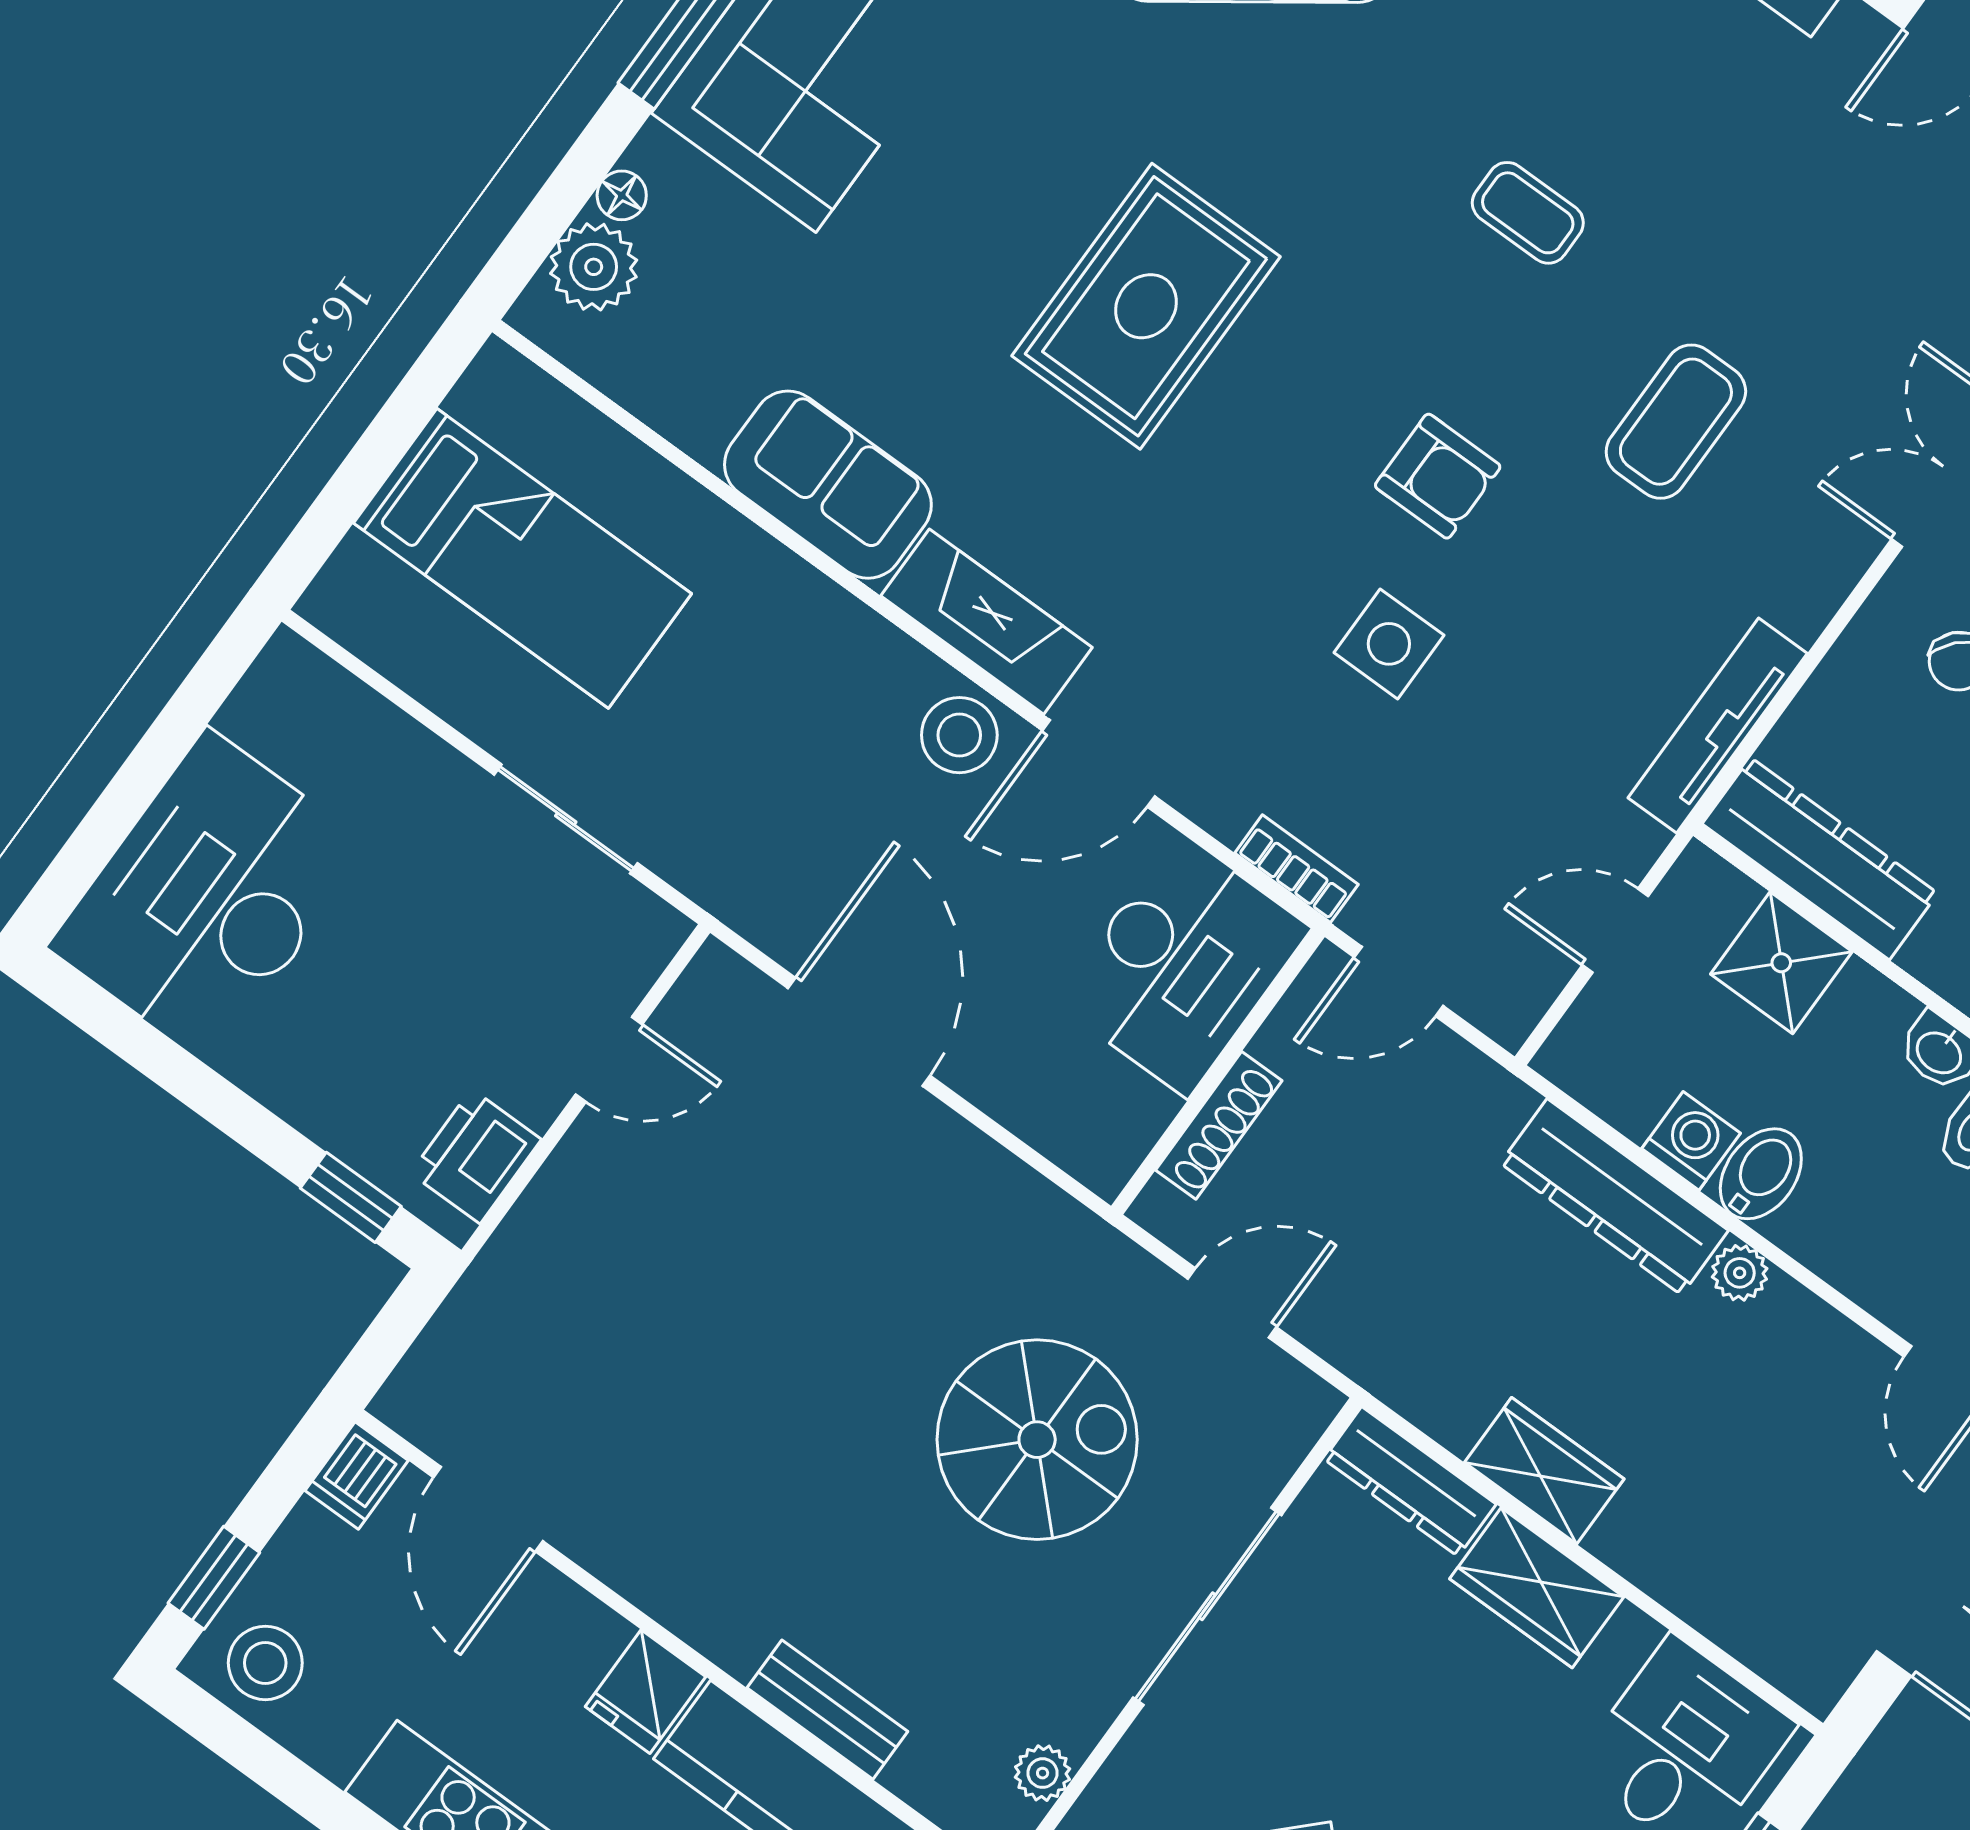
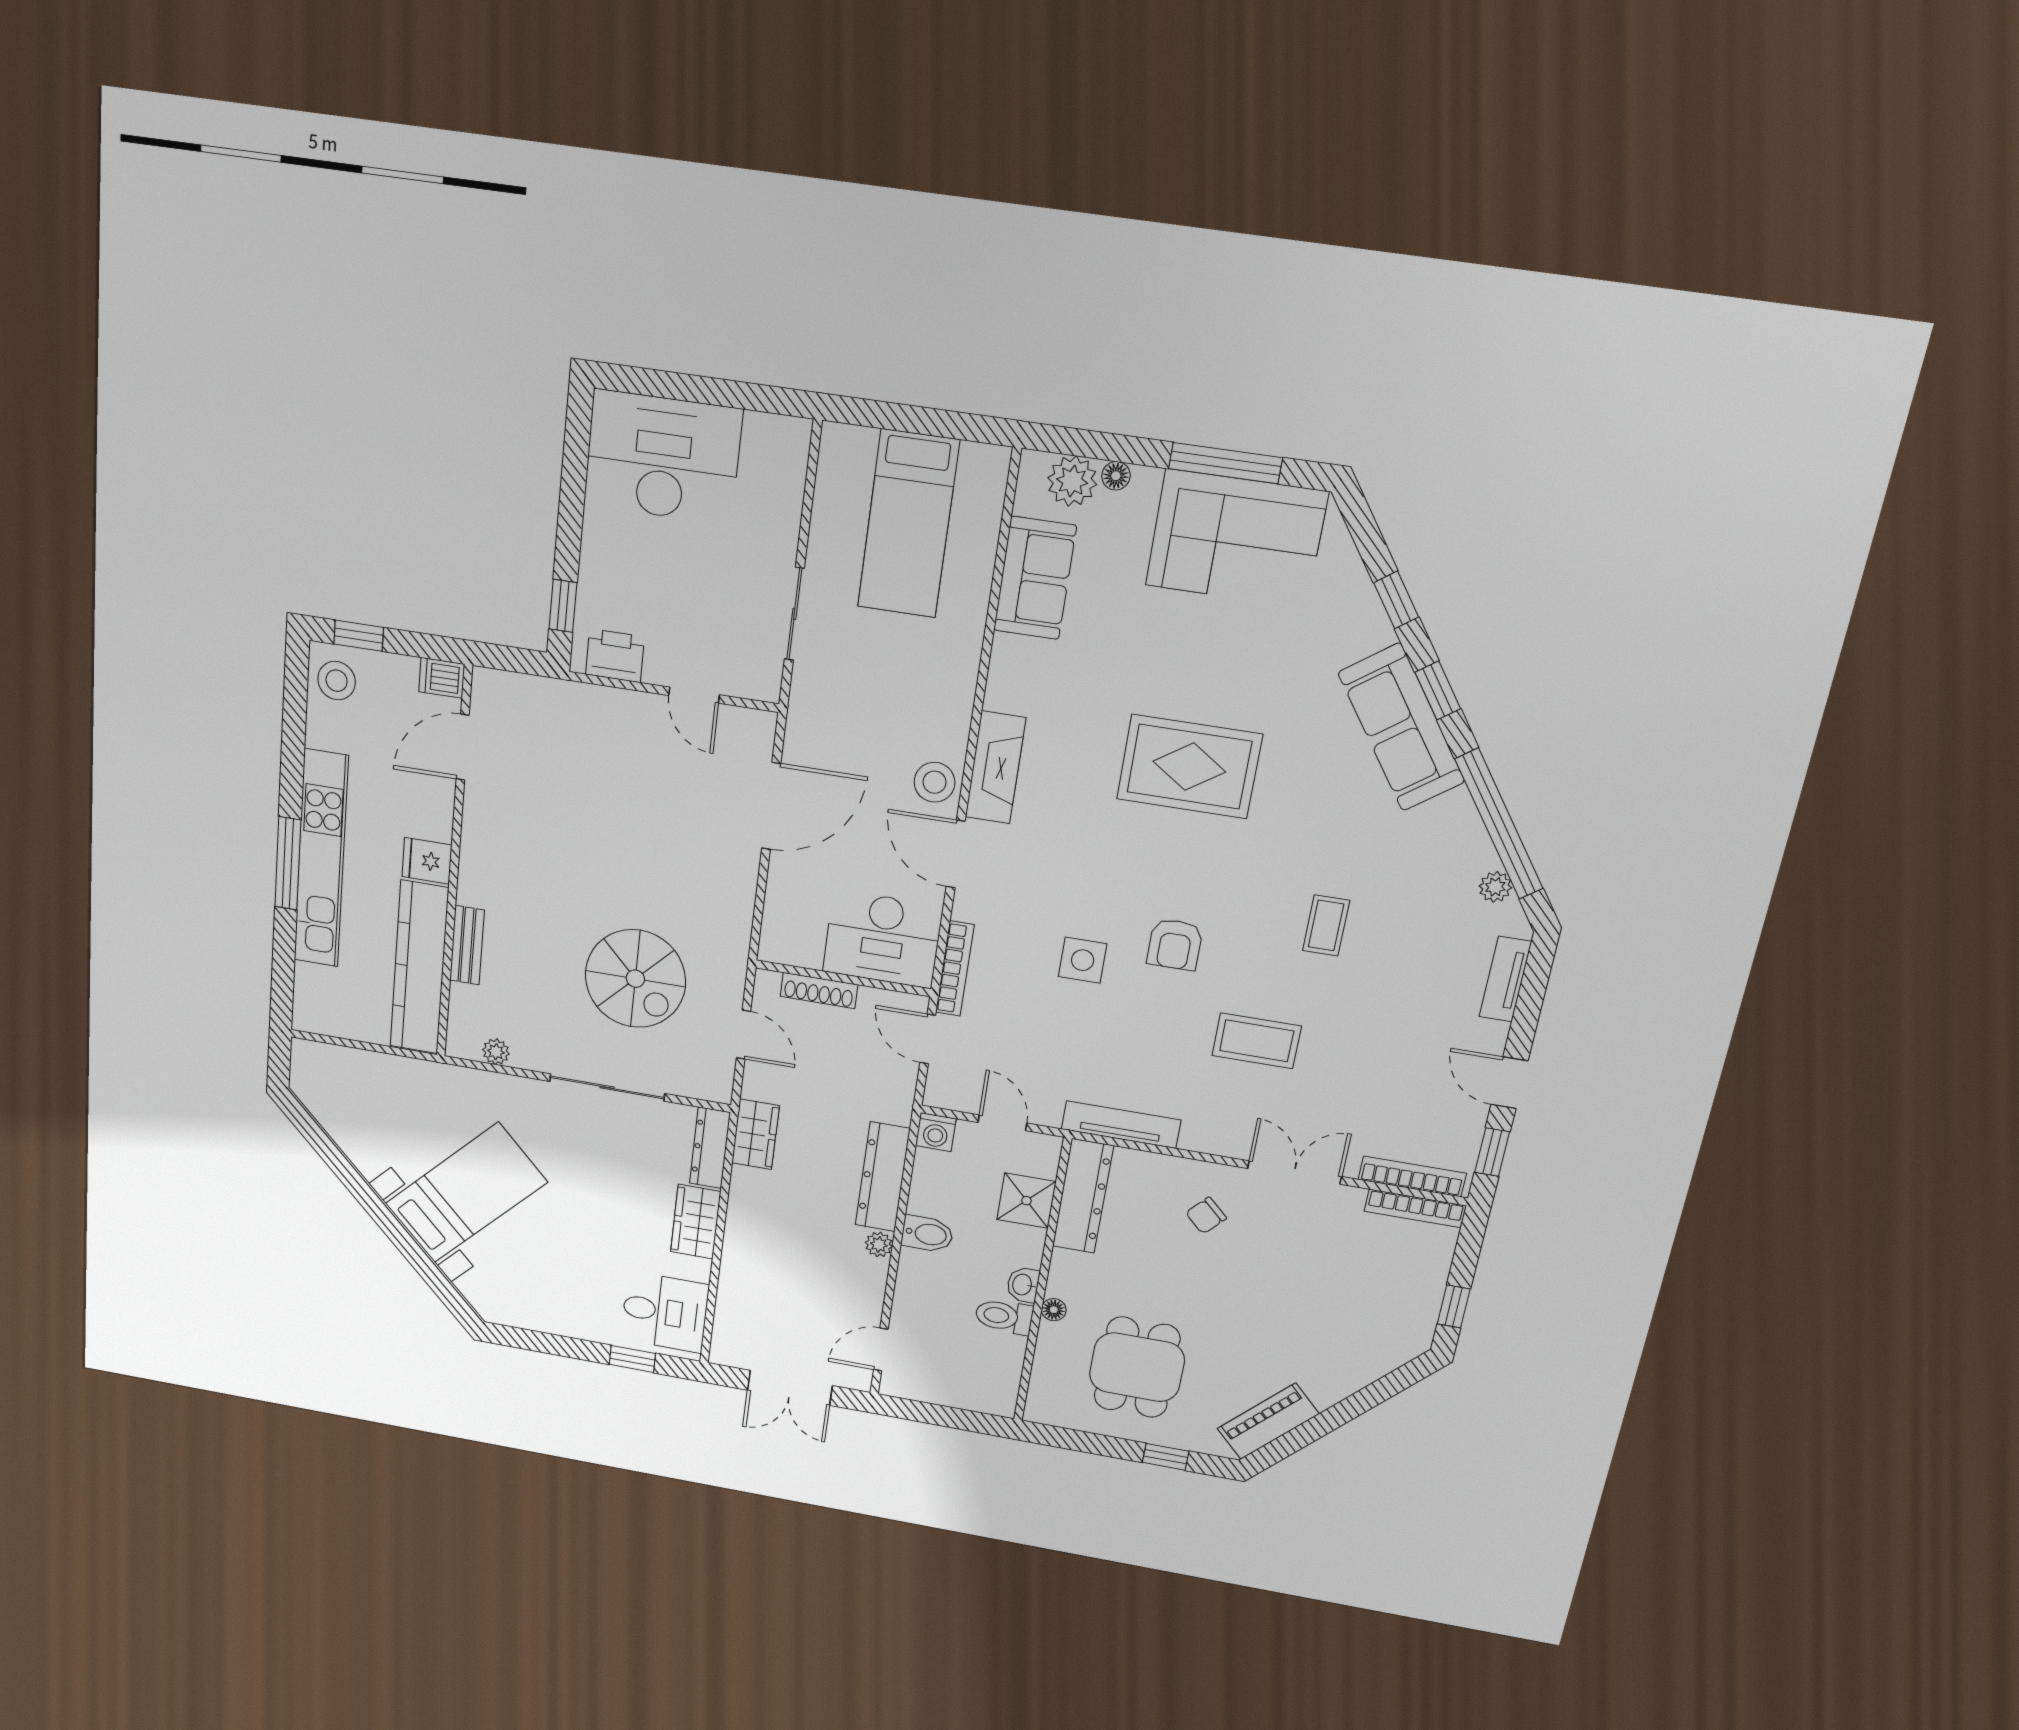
sofa: (828, 485) -> (1035, 578), moved
bookcase: (1296, 869) -> (955, 969), width x1.56
washing machine: (1691, 1141) -> (936, 1132), moved, turned 90
wardrobe: (1544, 1471) -> (755, 1134), moved

